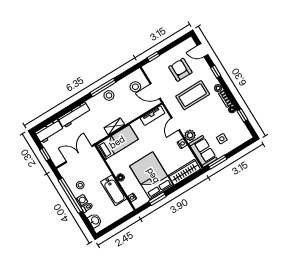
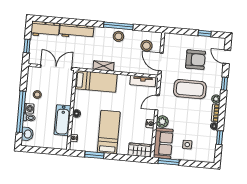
window: (153, 57) -> (205, 33), moved
armchair: (180, 70) -> (196, 60), turned 90
wardrobe: (184, 172) -> (140, 150), width x0.67
bed: (152, 176) -> (109, 132), width x0.67
window: (70, 195) -> (21, 112), moved

